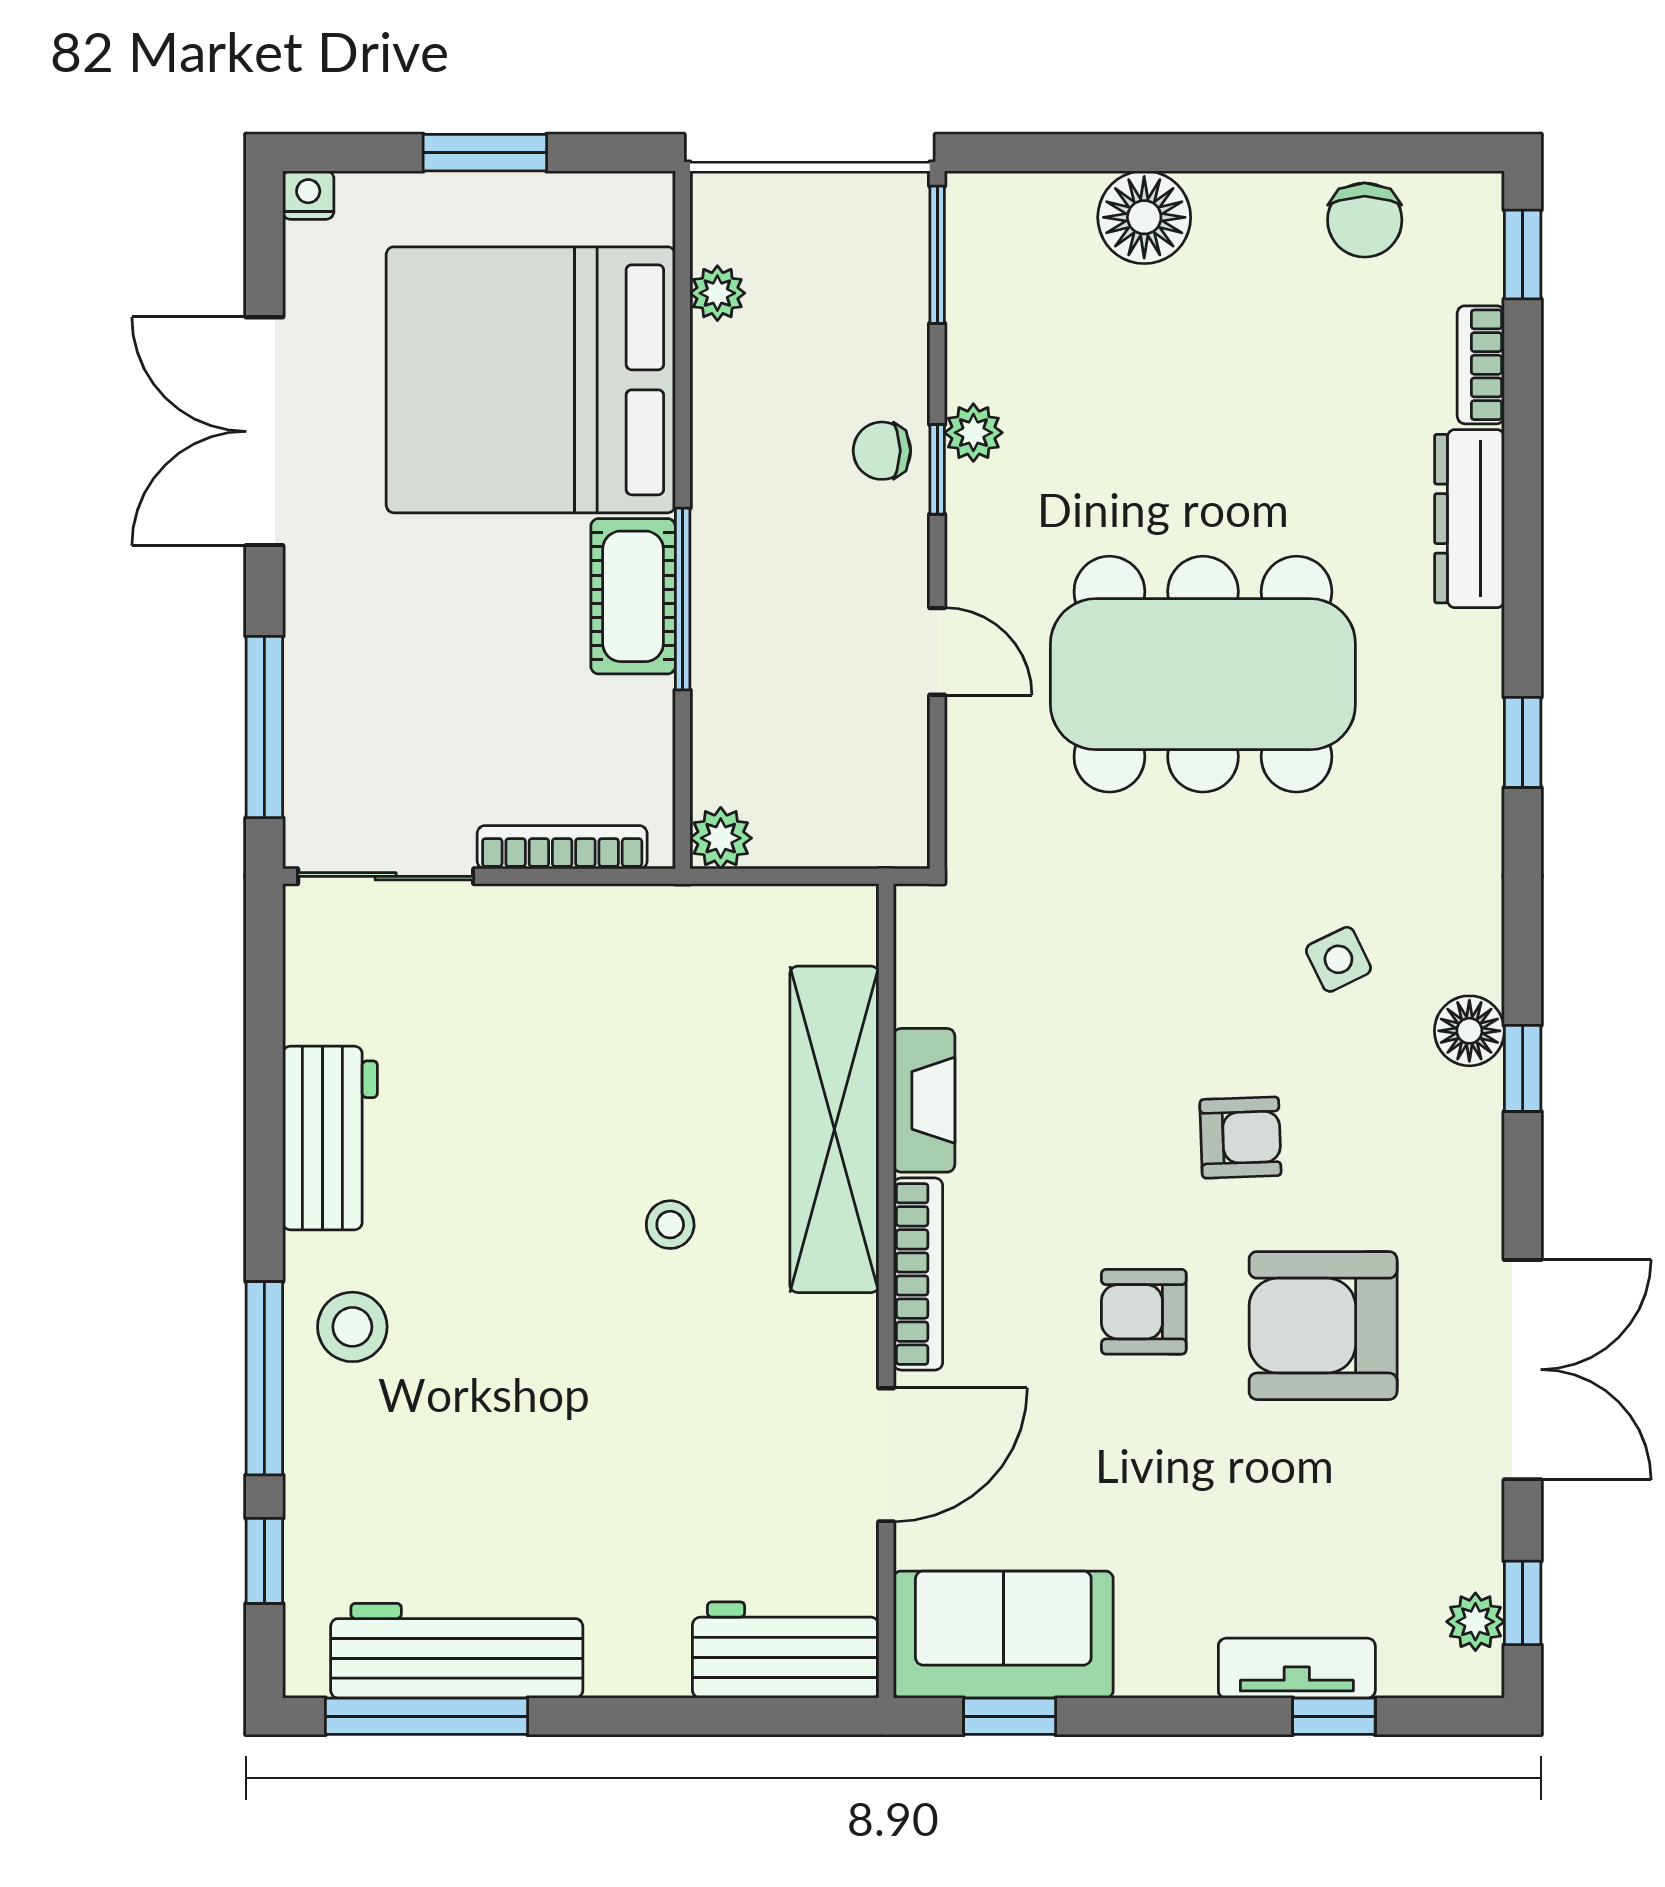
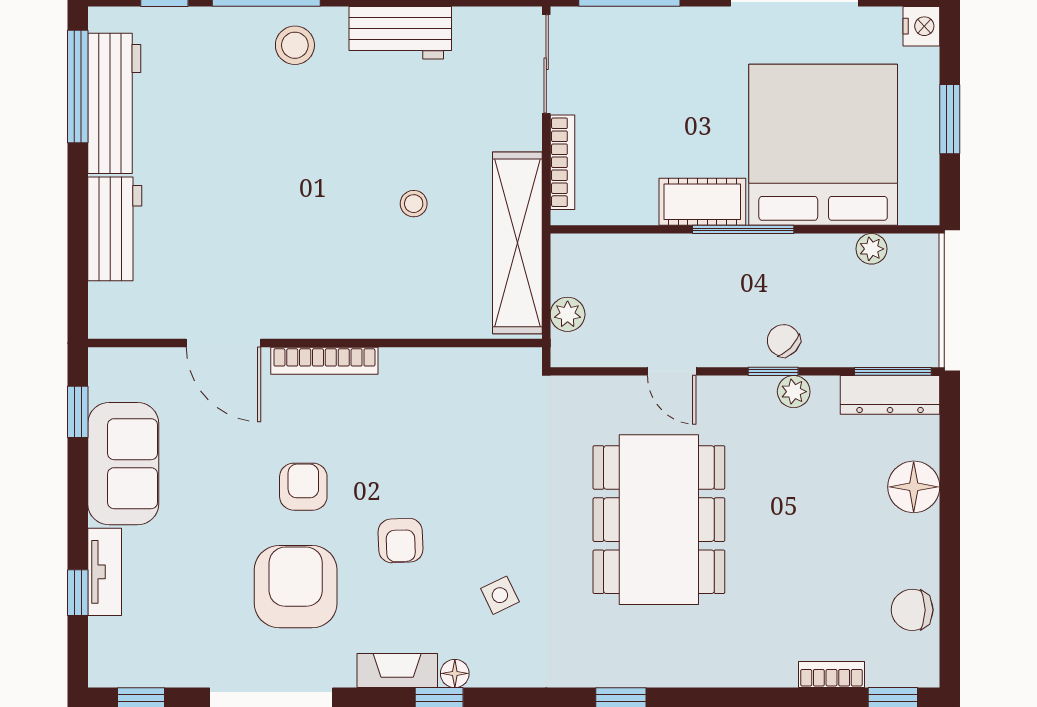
nightstand: (308, 195) -> (921, 26), width x1.39, depth x1.35
chair: (882, 451) -> (784, 341), turned -46
dresser: (1470, 519) -> (890, 395), moved, turned 180
window: (683, 599) -> (743, 229), moved
door: (937, 651) -> (672, 371), hinge flipped
plant: (721, 838) -> (568, 314), moved
floor lamp: (1469, 1031) -> (455, 673), width x0.73, depth x0.73
fireplace: (924, 1100) -> (397, 671), moved, turned 180
shelving: (834, 1129) -> (517, 243), moved, turned 90
stool: (670, 1225) -> (414, 204), moved
plant: (1475, 1622) -> (130, 672), removed
sofa: (1003, 1635) -> (123, 464), moved
workbench: (786, 1650) -> (115, 229), moved

